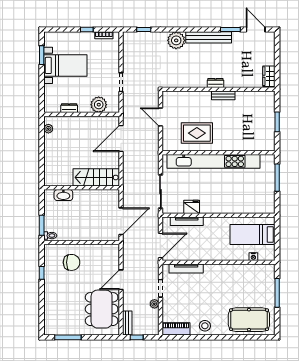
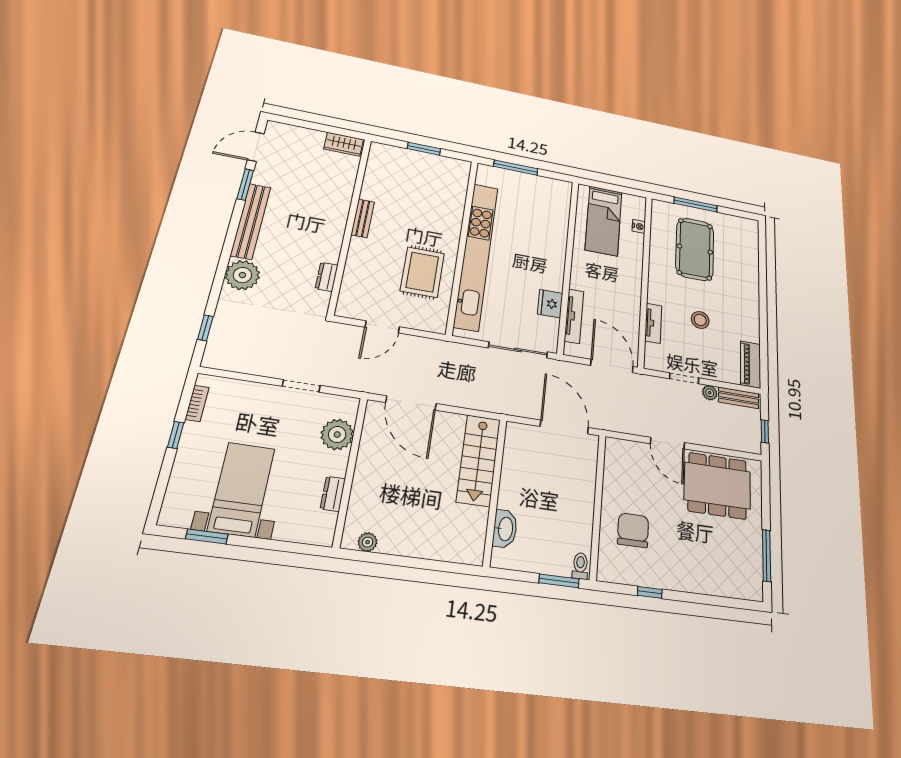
dresser: (215, 83) -> (327, 277), moved
tv unit: (186, 269) -> (653, 323), width x0.71
pool table: (249, 320) -> (695, 249), moved
bench: (127, 323) -> (739, 398), moved
stool: (205, 326) -> (700, 320), moved

